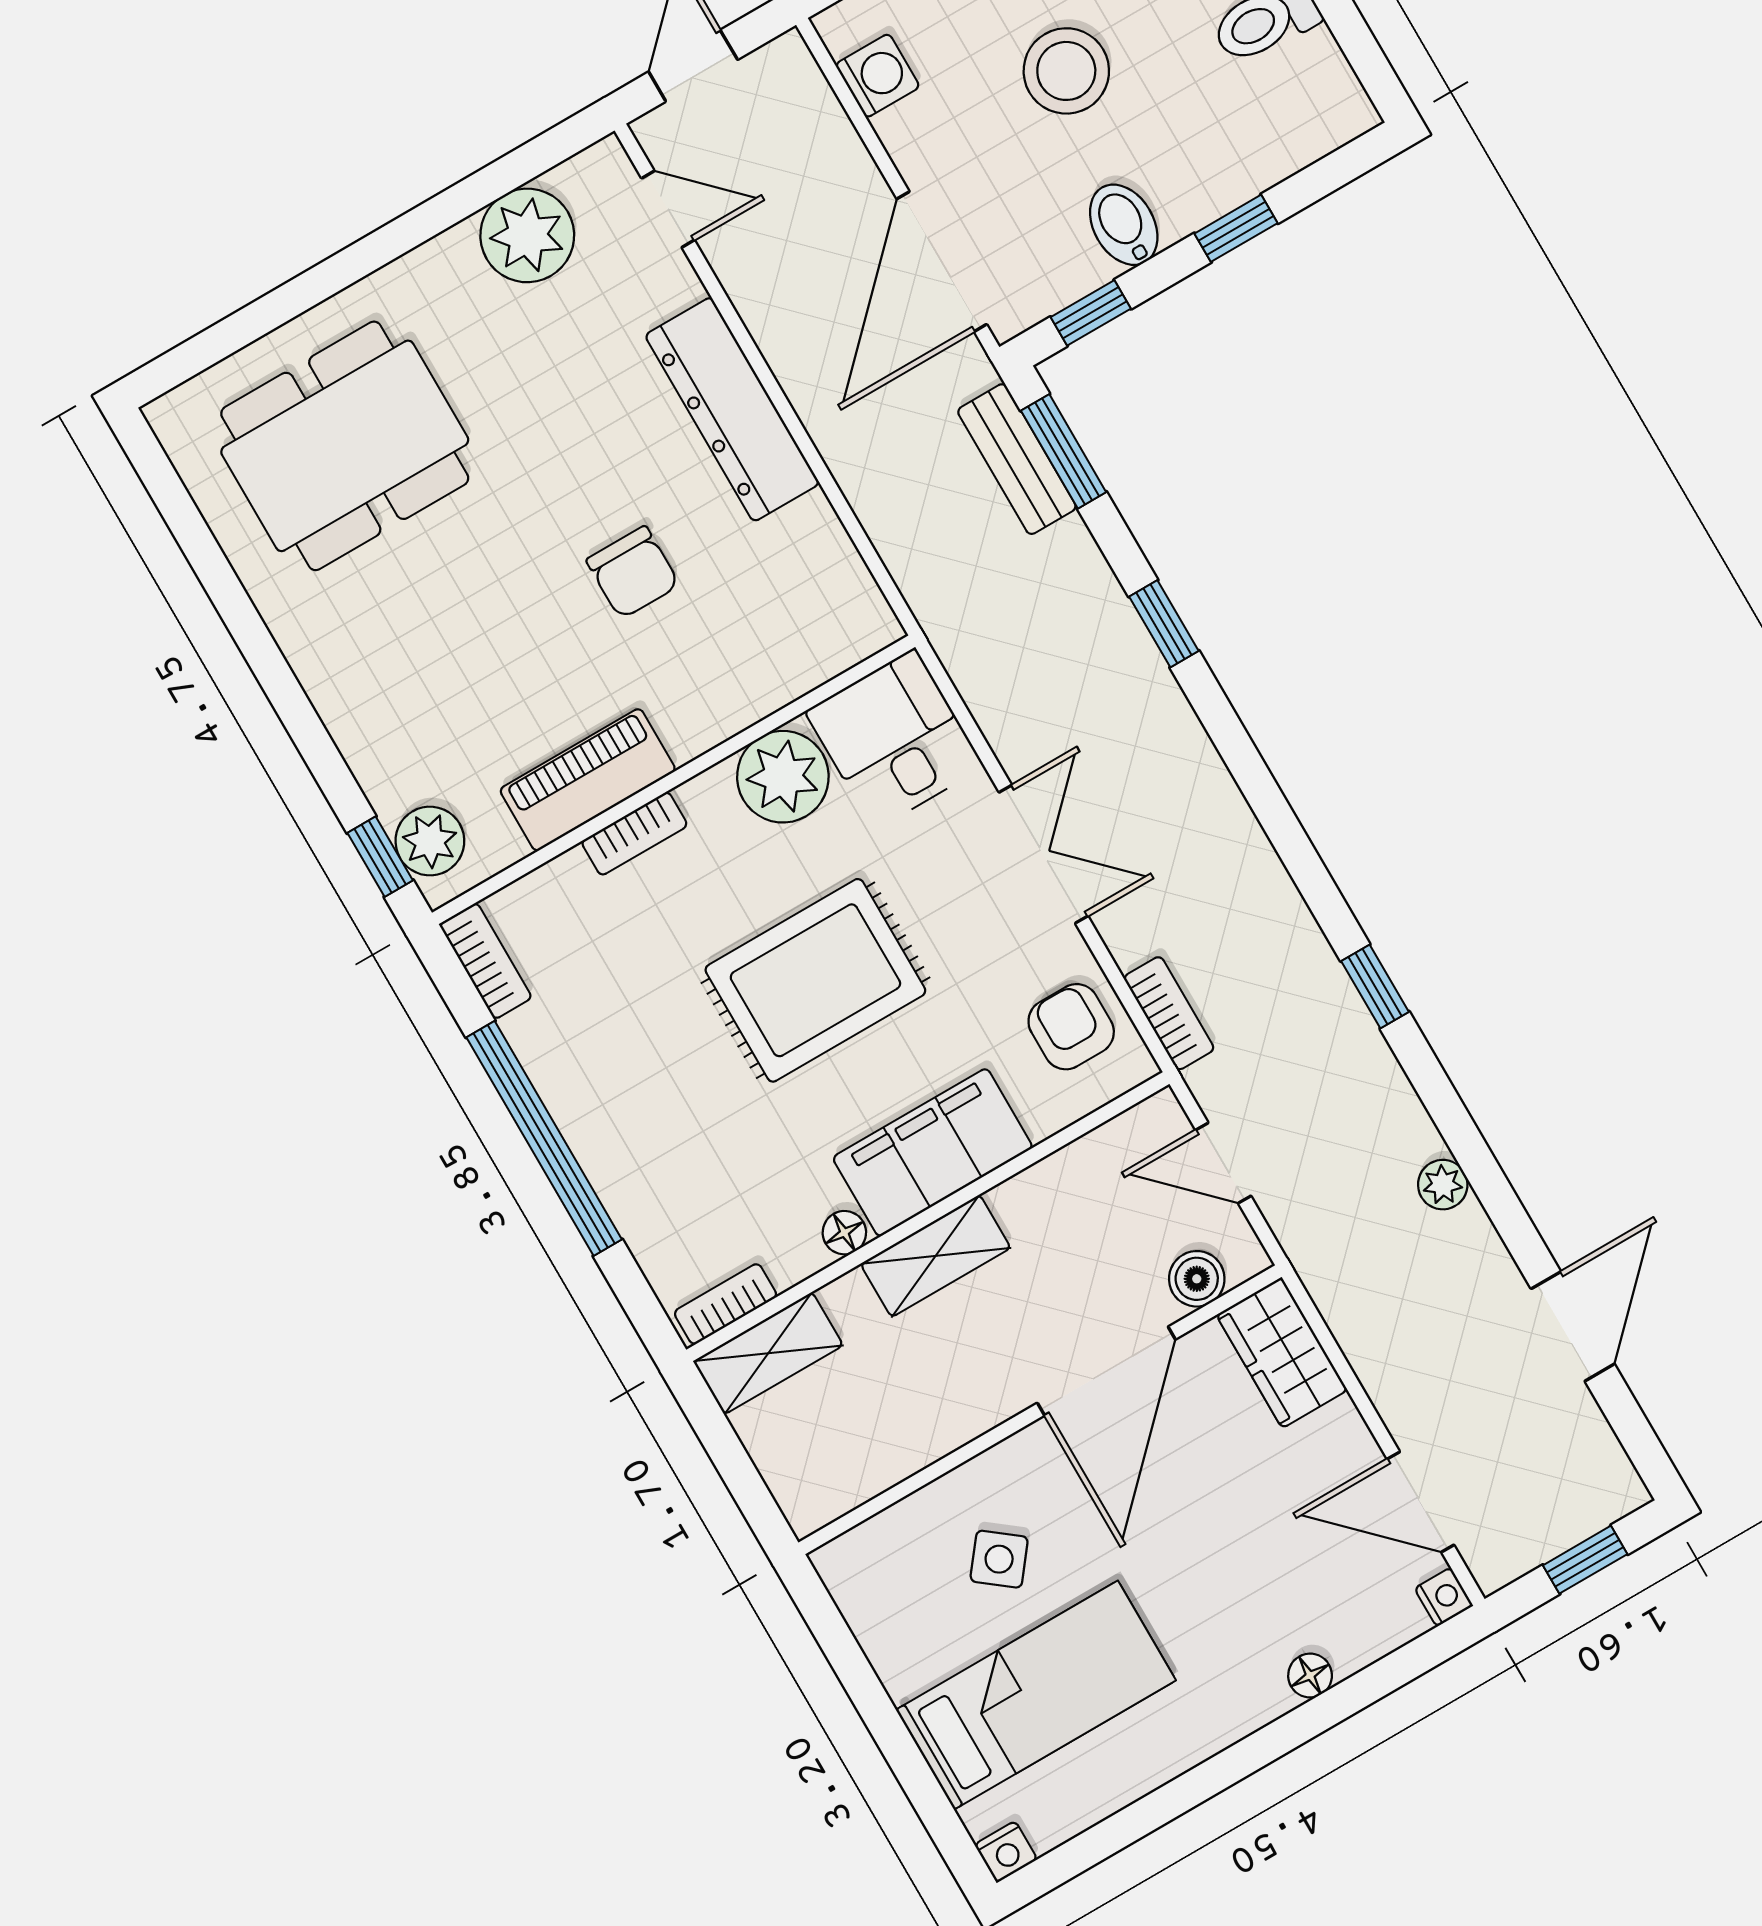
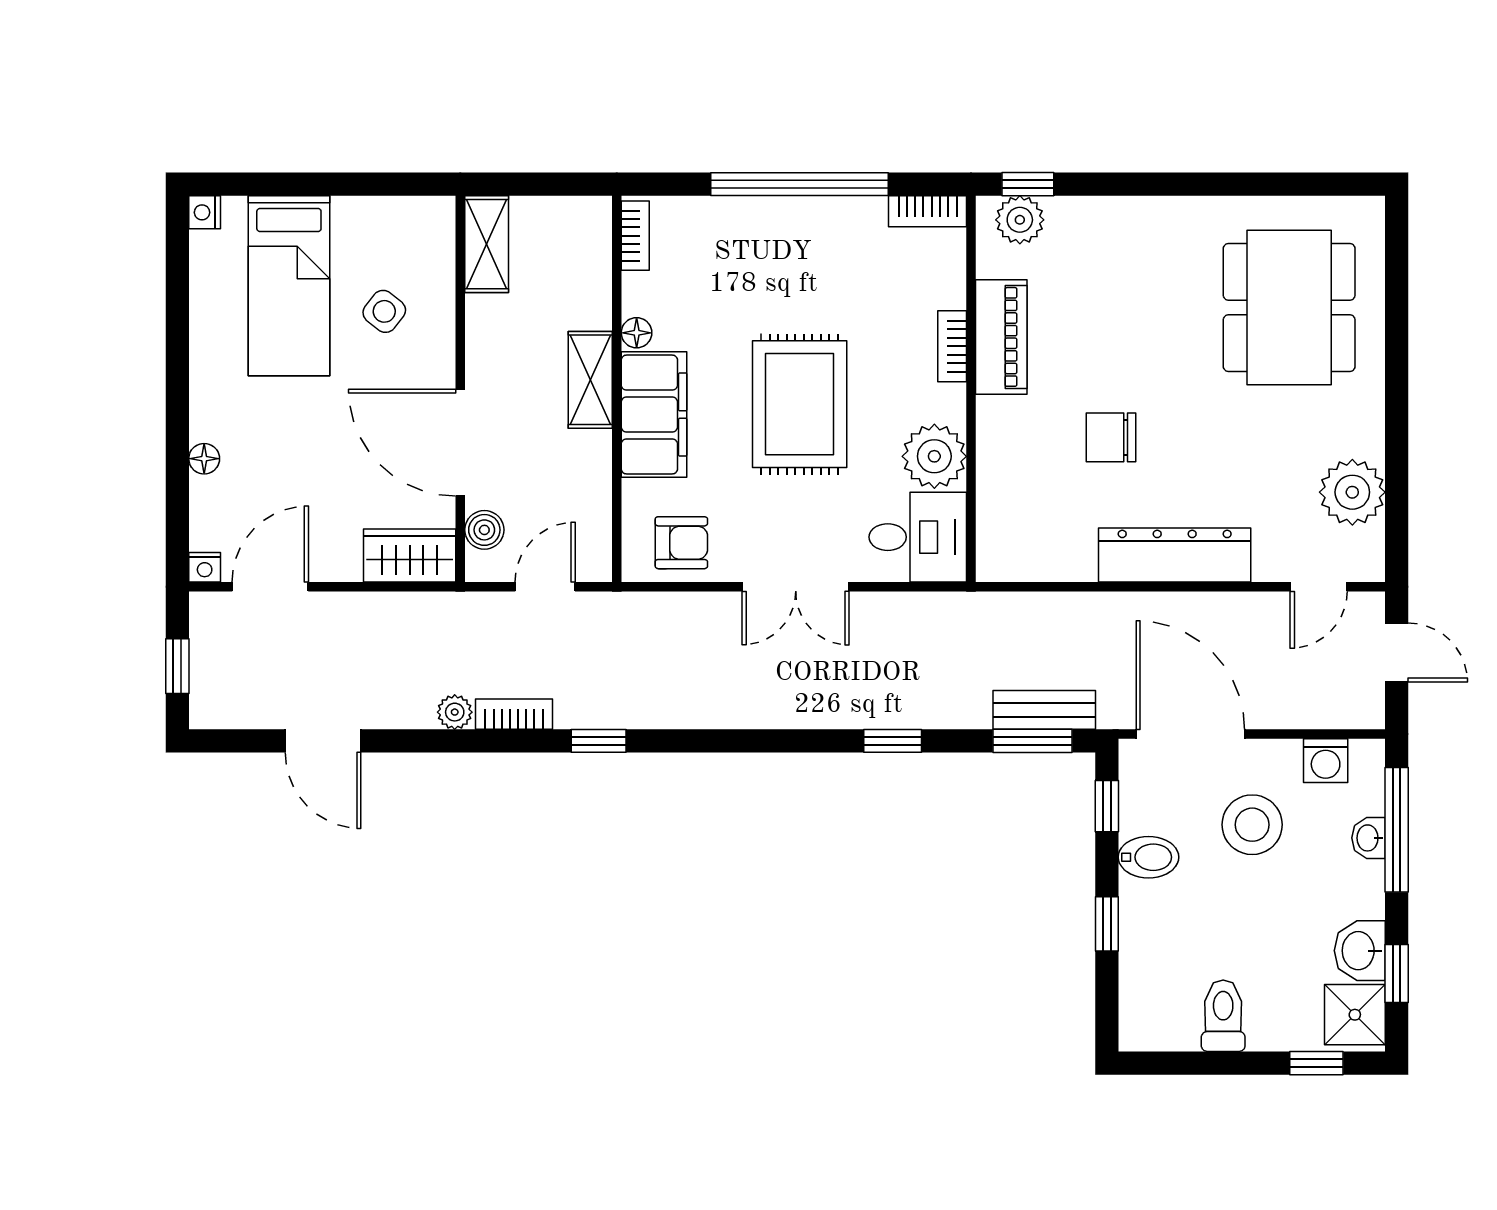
stool: (1066, 71) -> (1252, 825), moved
bookcase: (1169, 1013) -> (514, 714), moved, turned 180
shelving: (768, 1353) -> (487, 244), moved

